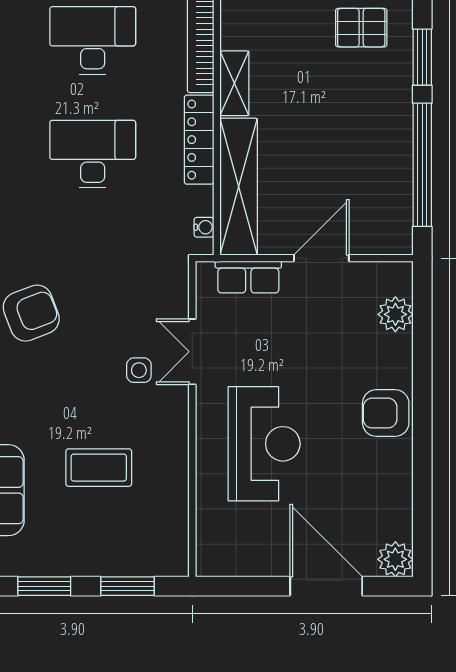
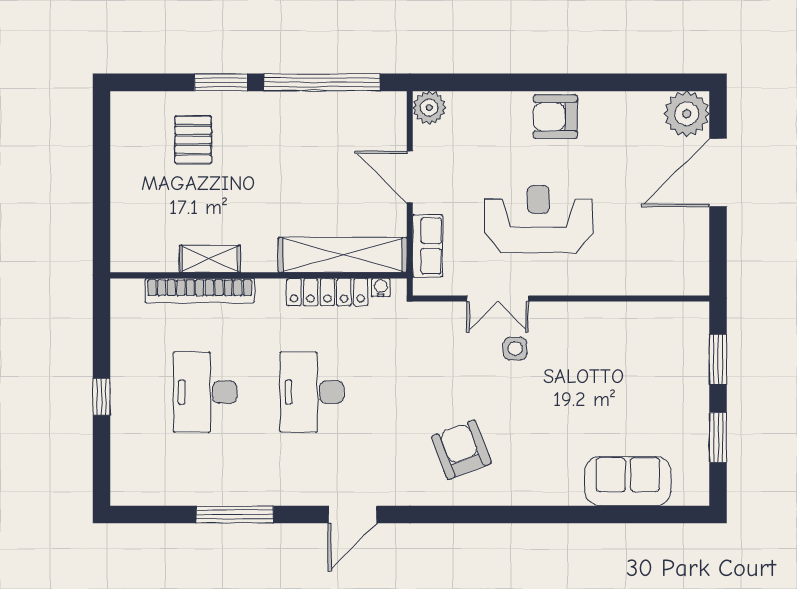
shelving: (234, 83) -> (210, 259), moved
locker: (199, 140) -> (327, 292), moved
plant: (395, 314) -> (429, 108), moved
armchair: (386, 413) -> (555, 117), turned 90
reception desk: (264, 444) -> (538, 219), moved
coffee table: (99, 468) -> (607, 386), removed
plant: (395, 559) -> (687, 114), width x1.36, depth x1.36

